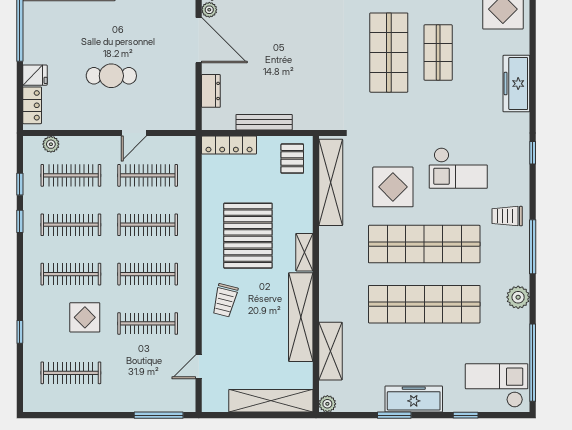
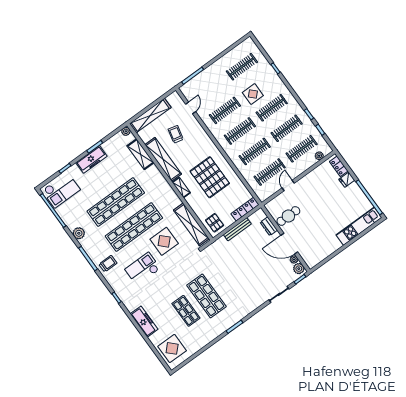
cafe table: (111, 76) -> (288, 216), moved
trolley: (225, 300) -> (176, 134), moved

